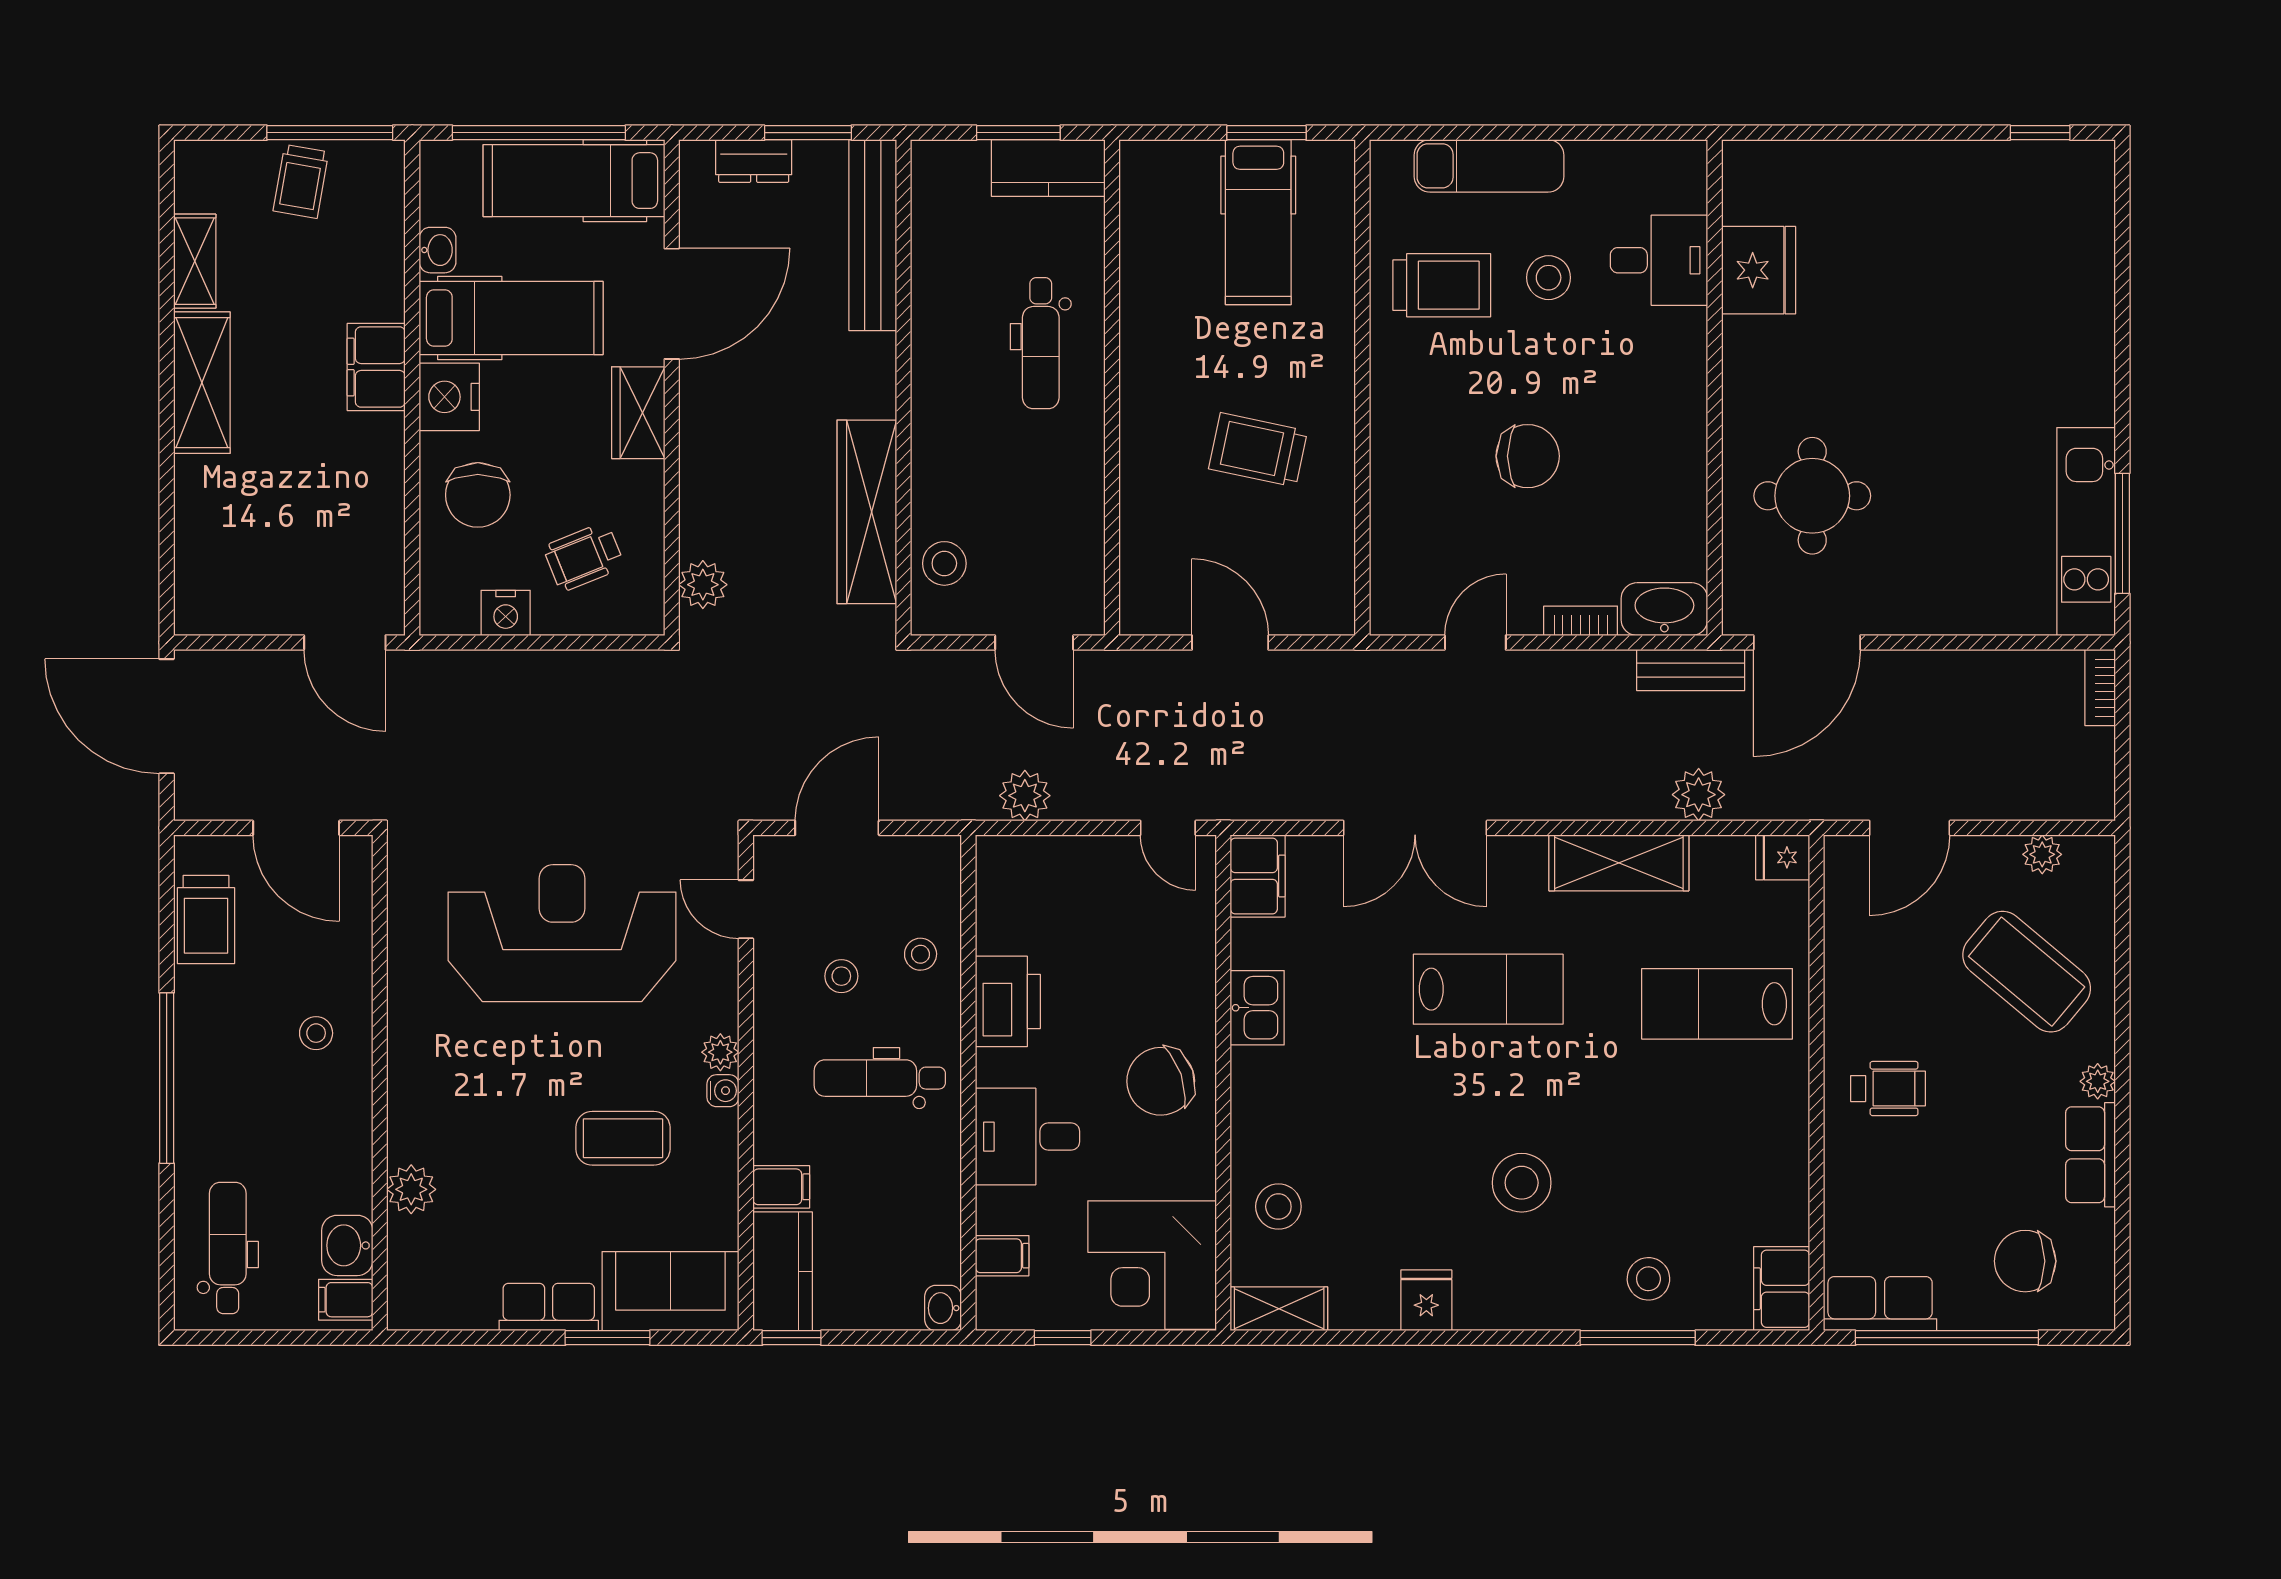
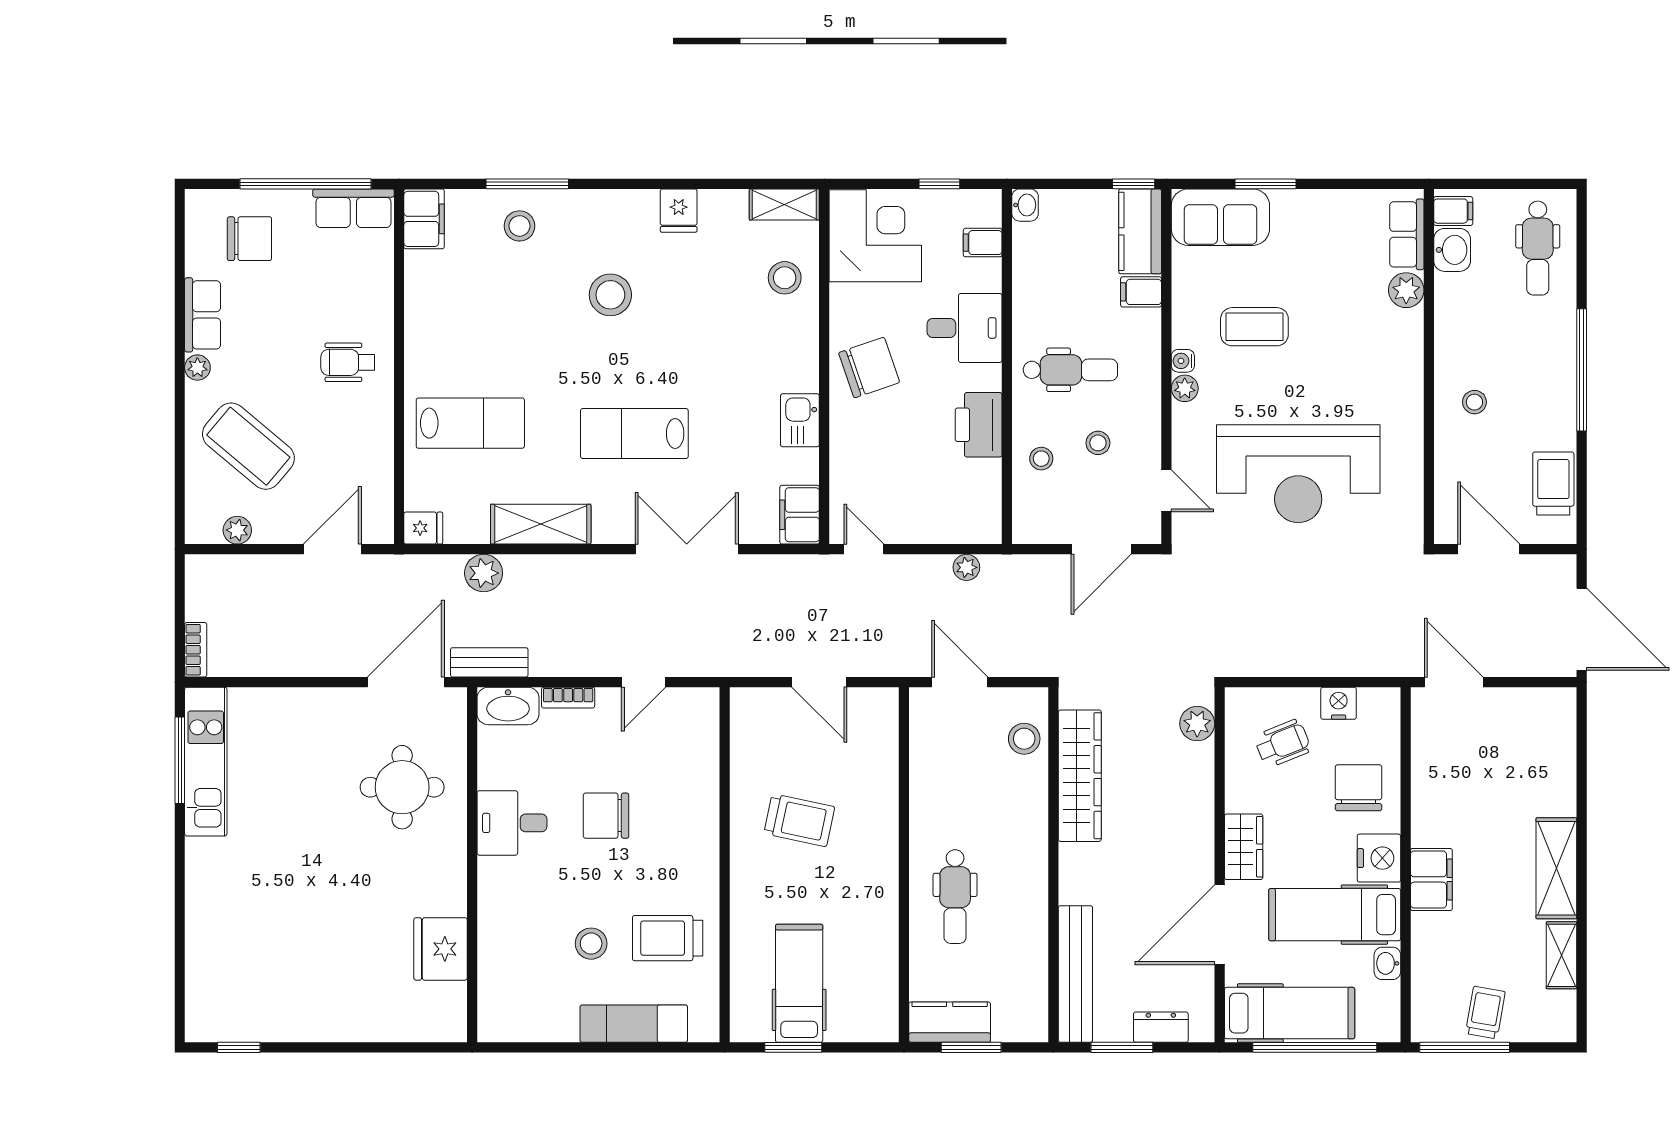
desk: (1659, 260) -> (512, 823), moved
dental chair: (1041, 343) -> (955, 897), turned 180
plant: (1025, 796) -> (966, 567), width x0.73, depth x0.73
row of seats: (549, 1307) -> (1407, 234), moved, turned 90

